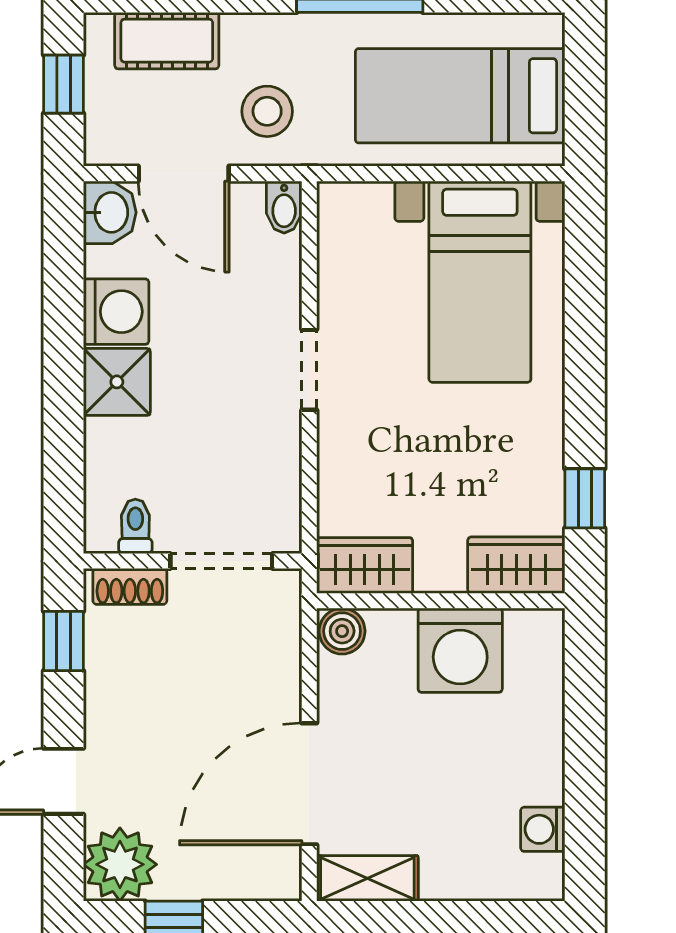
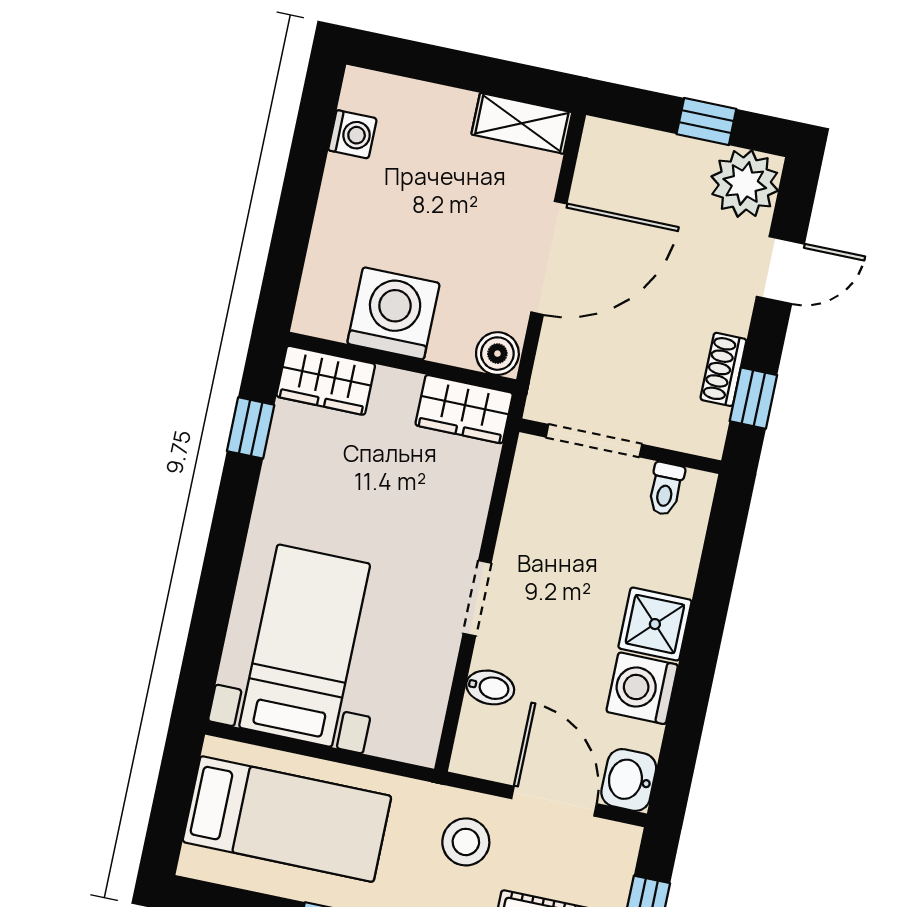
bidet: (284, 207) -> (490, 687), moved, turned 90
shoe rack: (130, 586) -> (723, 369), moved, turned -90
door: (309, 784) -> (549, 258), moved

